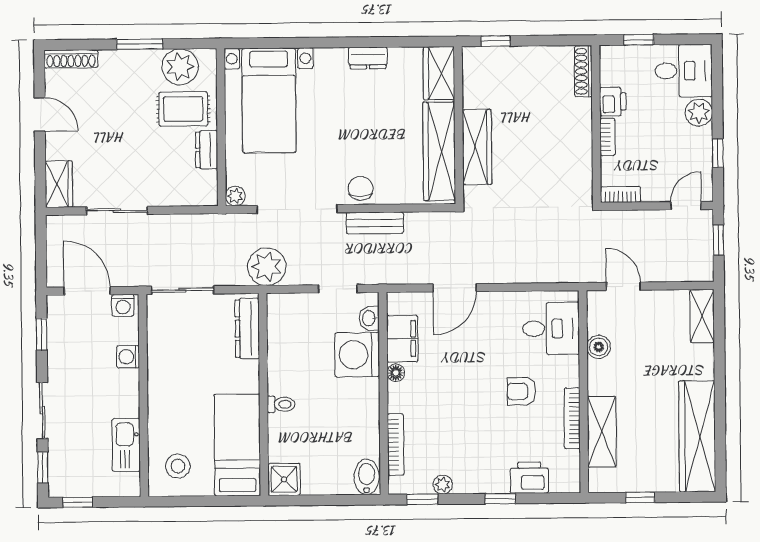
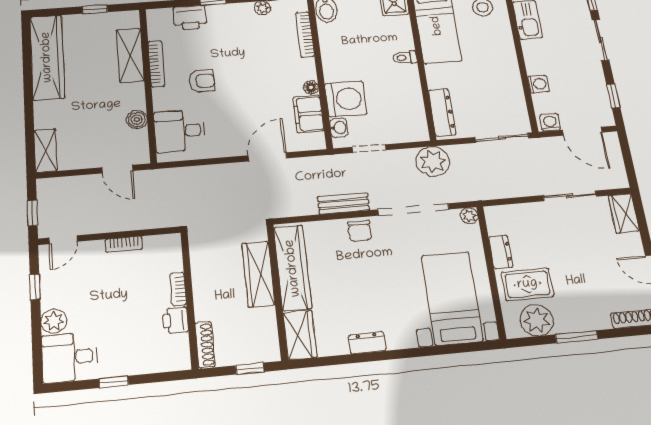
shoe rack: (583, 71) -> (205, 345), moved
printer: (613, 102) -> (175, 320), moved
wall: (596, 124) -> (189, 299), moved
bookcase: (608, 137) -> (178, 289), moved

